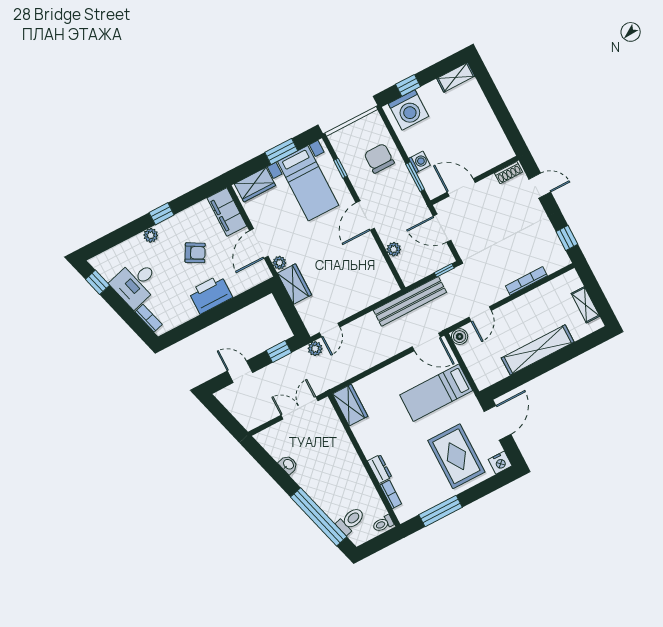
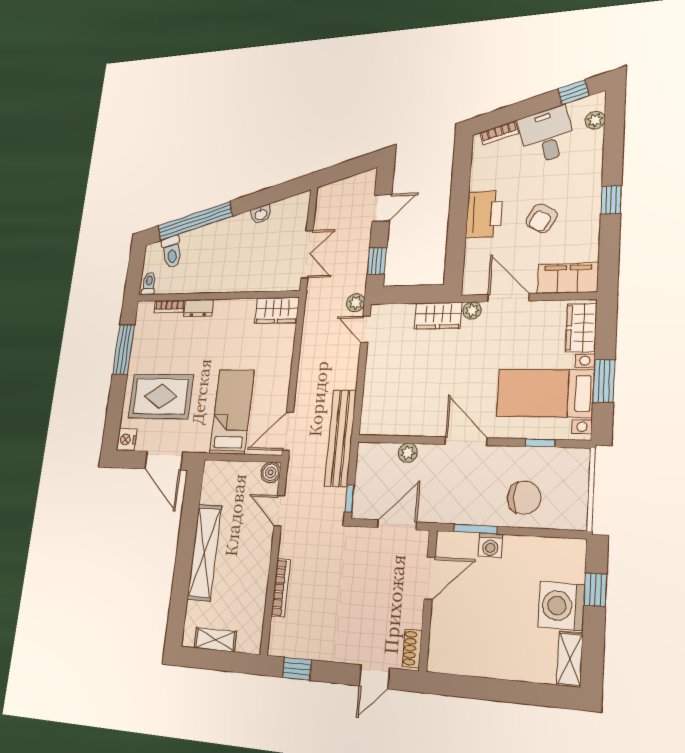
washing machine: (409, 110) -> (561, 606), moved
plant: (151, 235) -> (595, 120), moved

